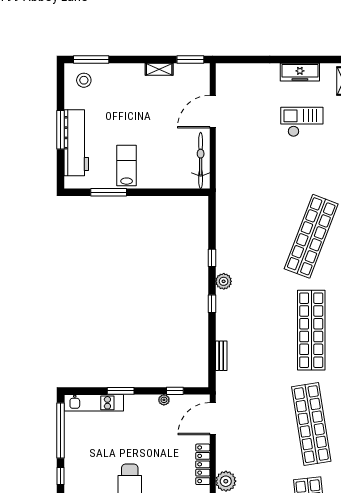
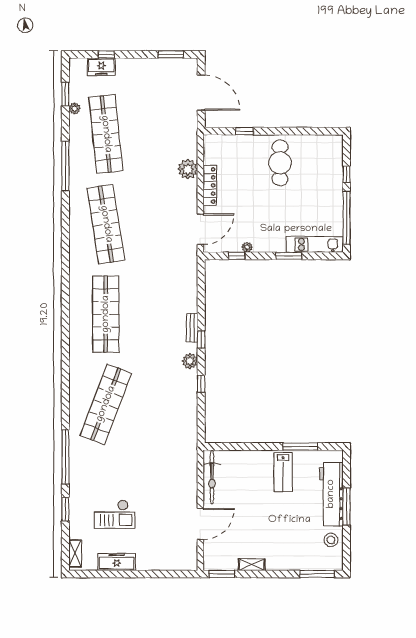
stool: (84, 80) -> (331, 540), moved
bench: (221, 356) -> (192, 328), moved

